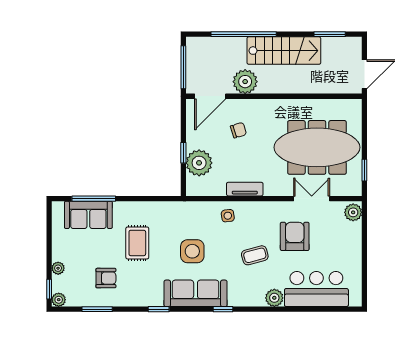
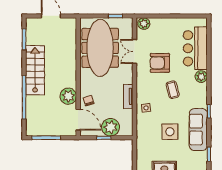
plant: (245, 82) -> (68, 96), moved
door: (210, 96) -> (78, 120), moved
wall: (274, 96) -> (78, 77), moved

